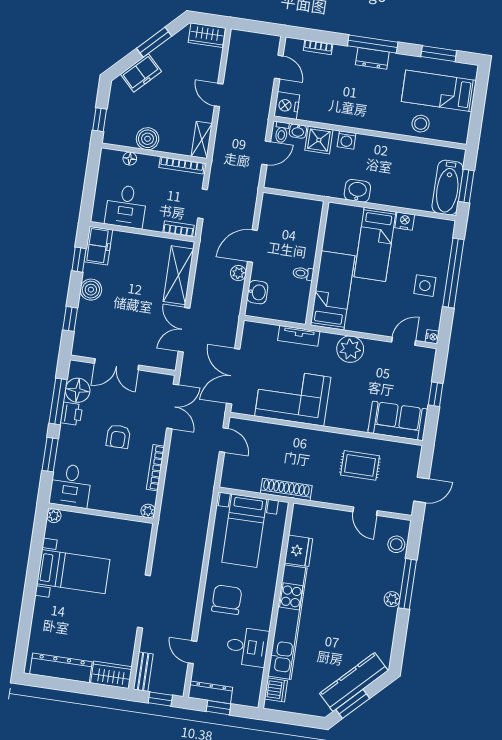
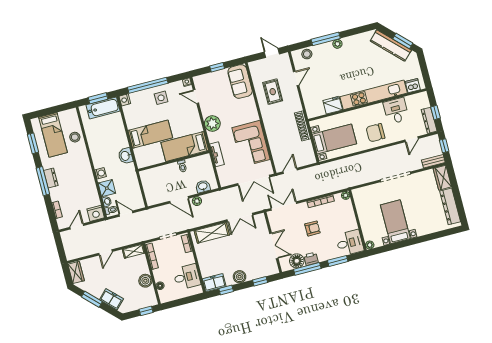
nightstand: (405, 221) -> (125, 100), moved

